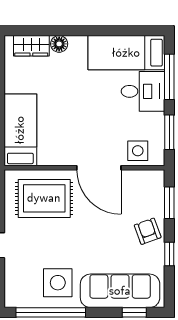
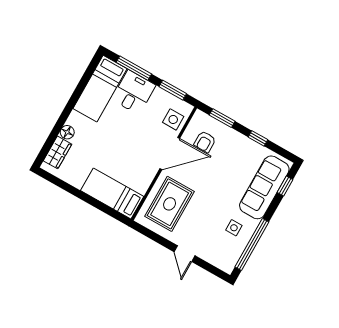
armchair: (148, 231) -> (205, 142), moved, turned -70
side table: (58, 283) -> (234, 228), width x0.54, depth x0.54

